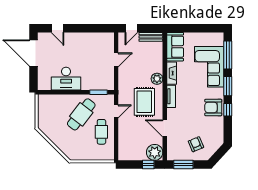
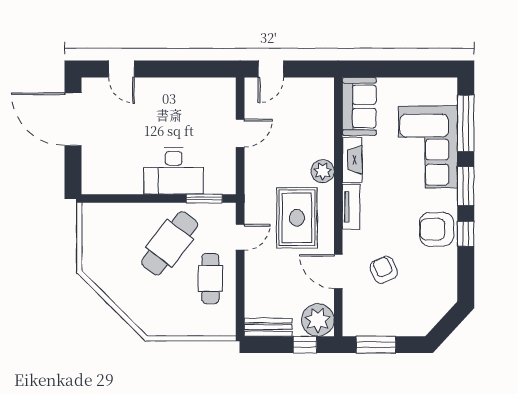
bench: (151, 37) -> (268, 327), moved
desk: (66, 79) -> (174, 171), moved
armchair: (196, 144) -> (384, 270), moved

